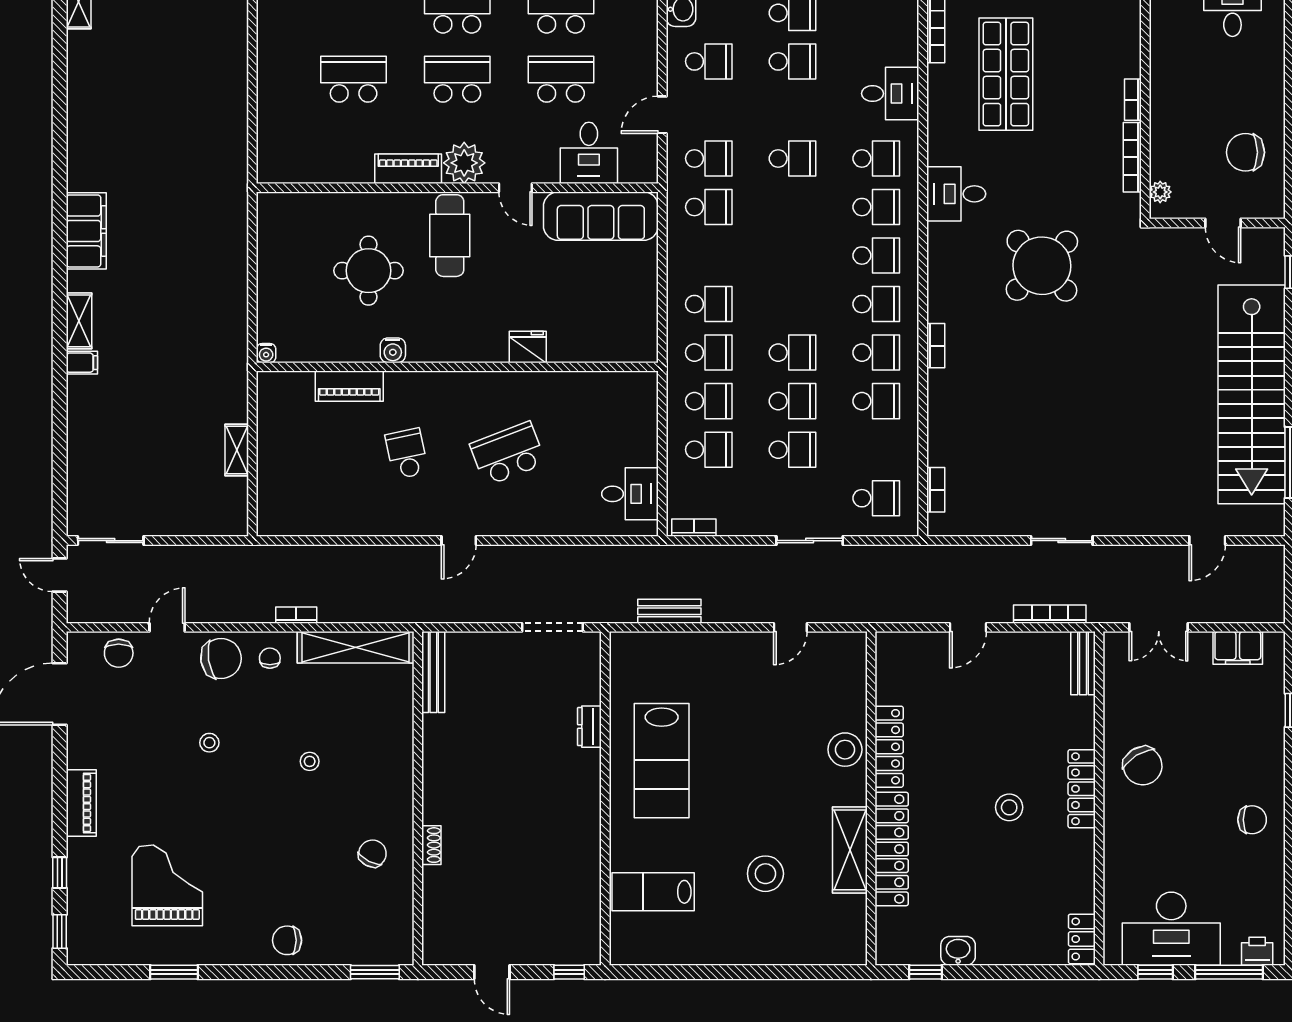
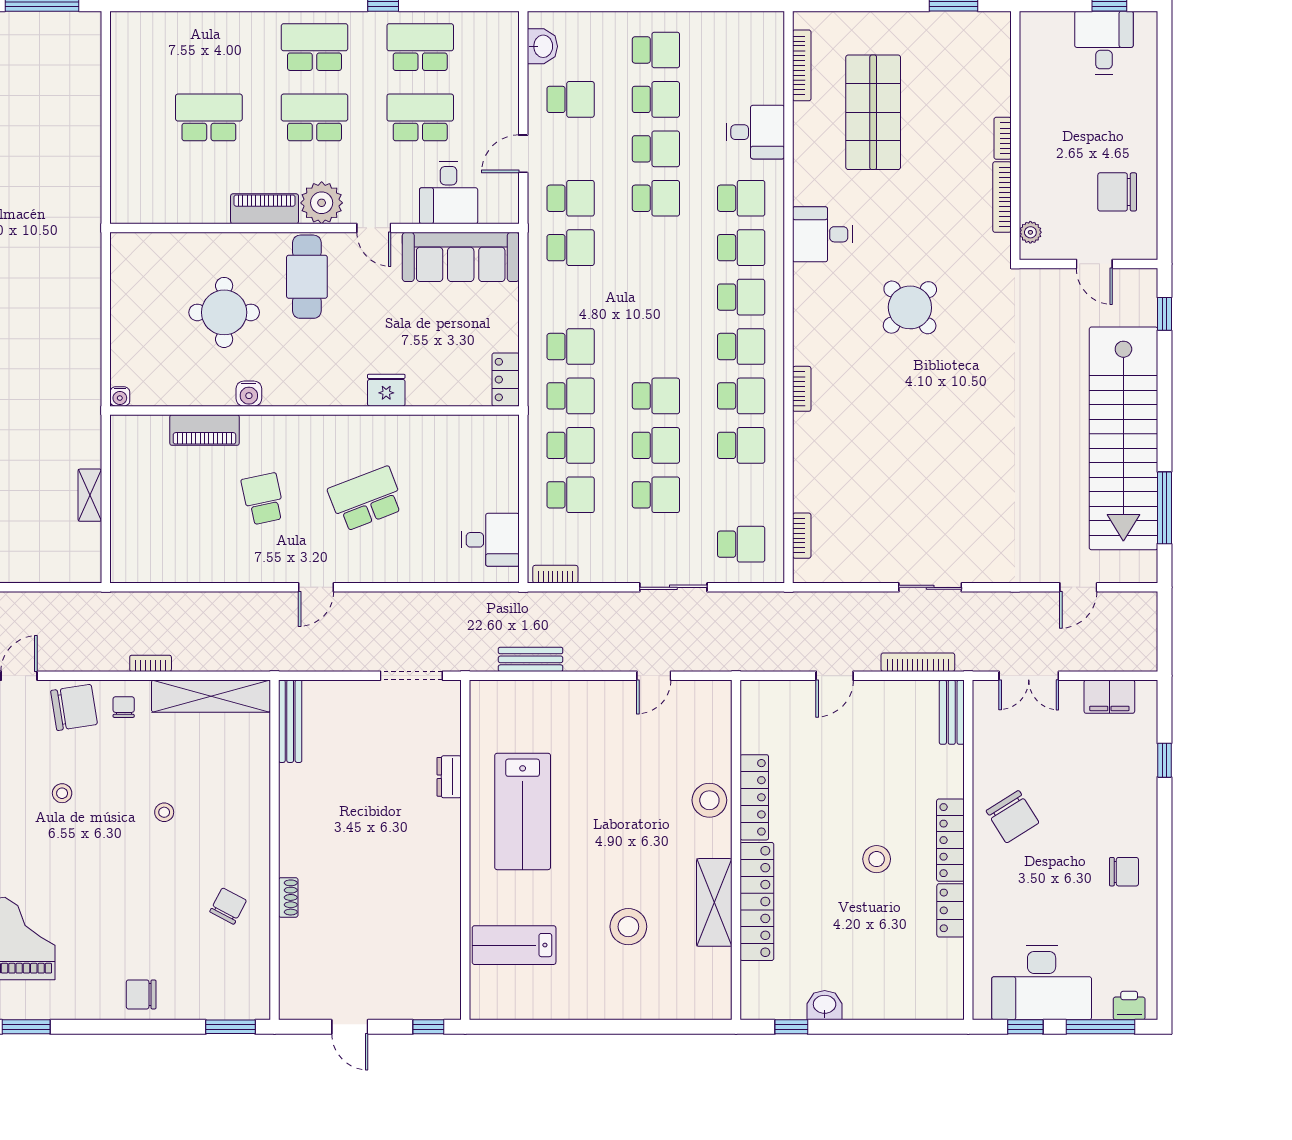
school desk: (792, 110) -> (656, 149), added
round table: (1042, 266) -> (910, 307), width x0.73, depth x0.73
locker: (645, 337) -> (506, 380), added
locker: (1082, 939) -> (951, 910), moved

